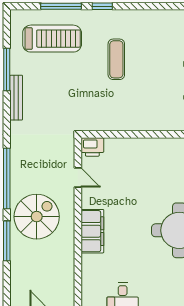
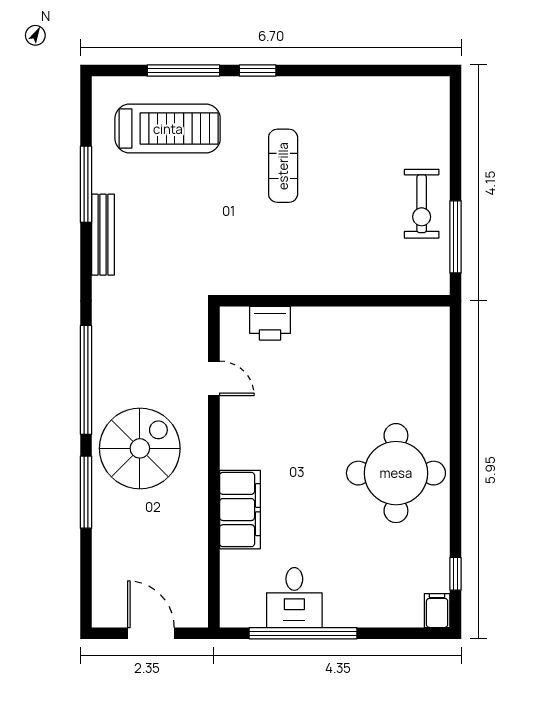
printer: (92, 147) -> (270, 323), moved
filing cabinet: (92, 231) -> (240, 510), moved

